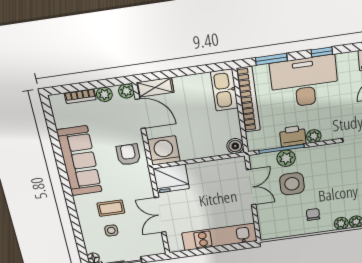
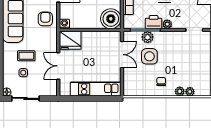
boiler: (235, 146) -> (111, 19), width x1.86, depth x1.86
washing machine: (164, 151) -> (64, 24), width x0.53, depth x0.53

